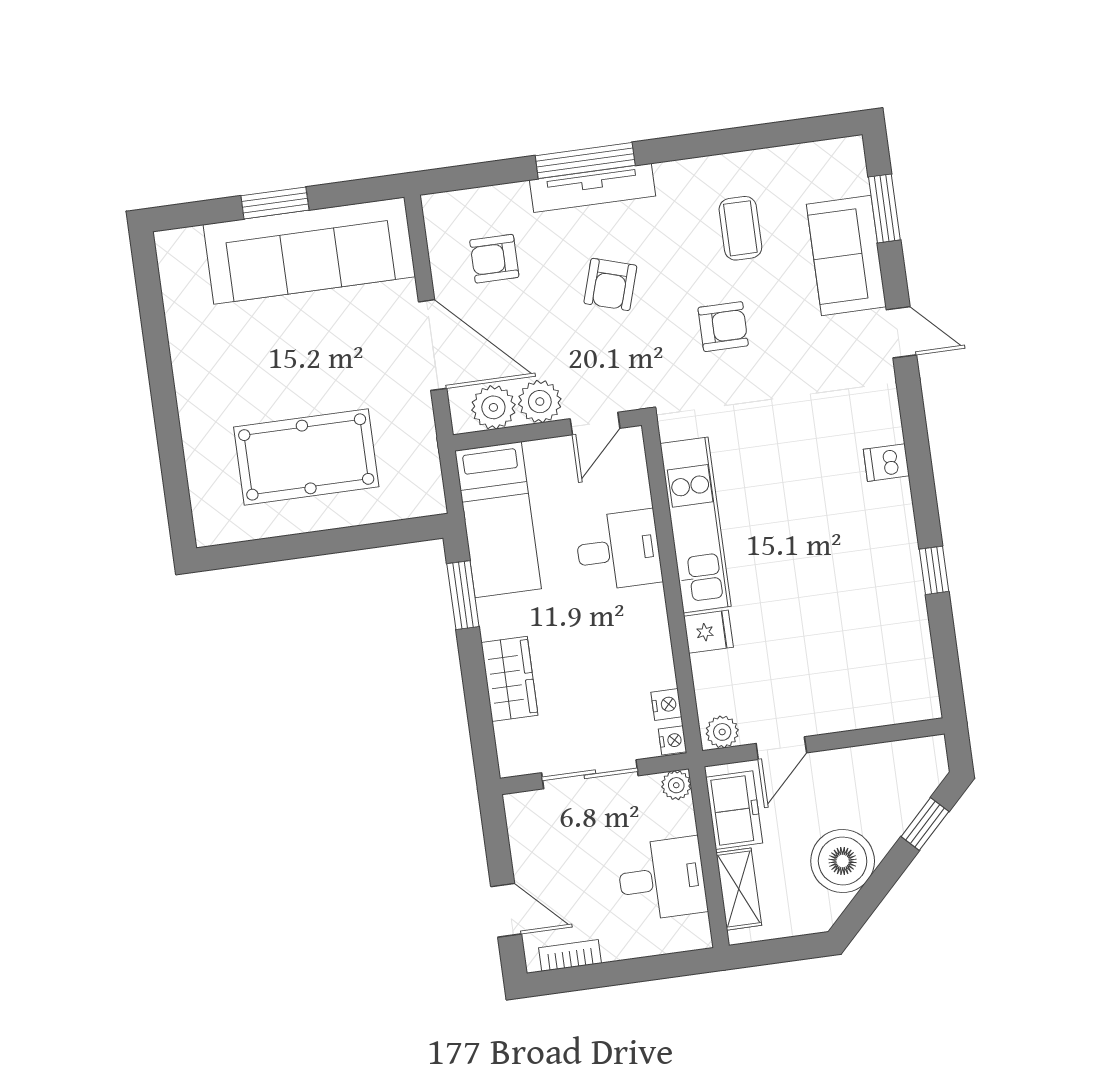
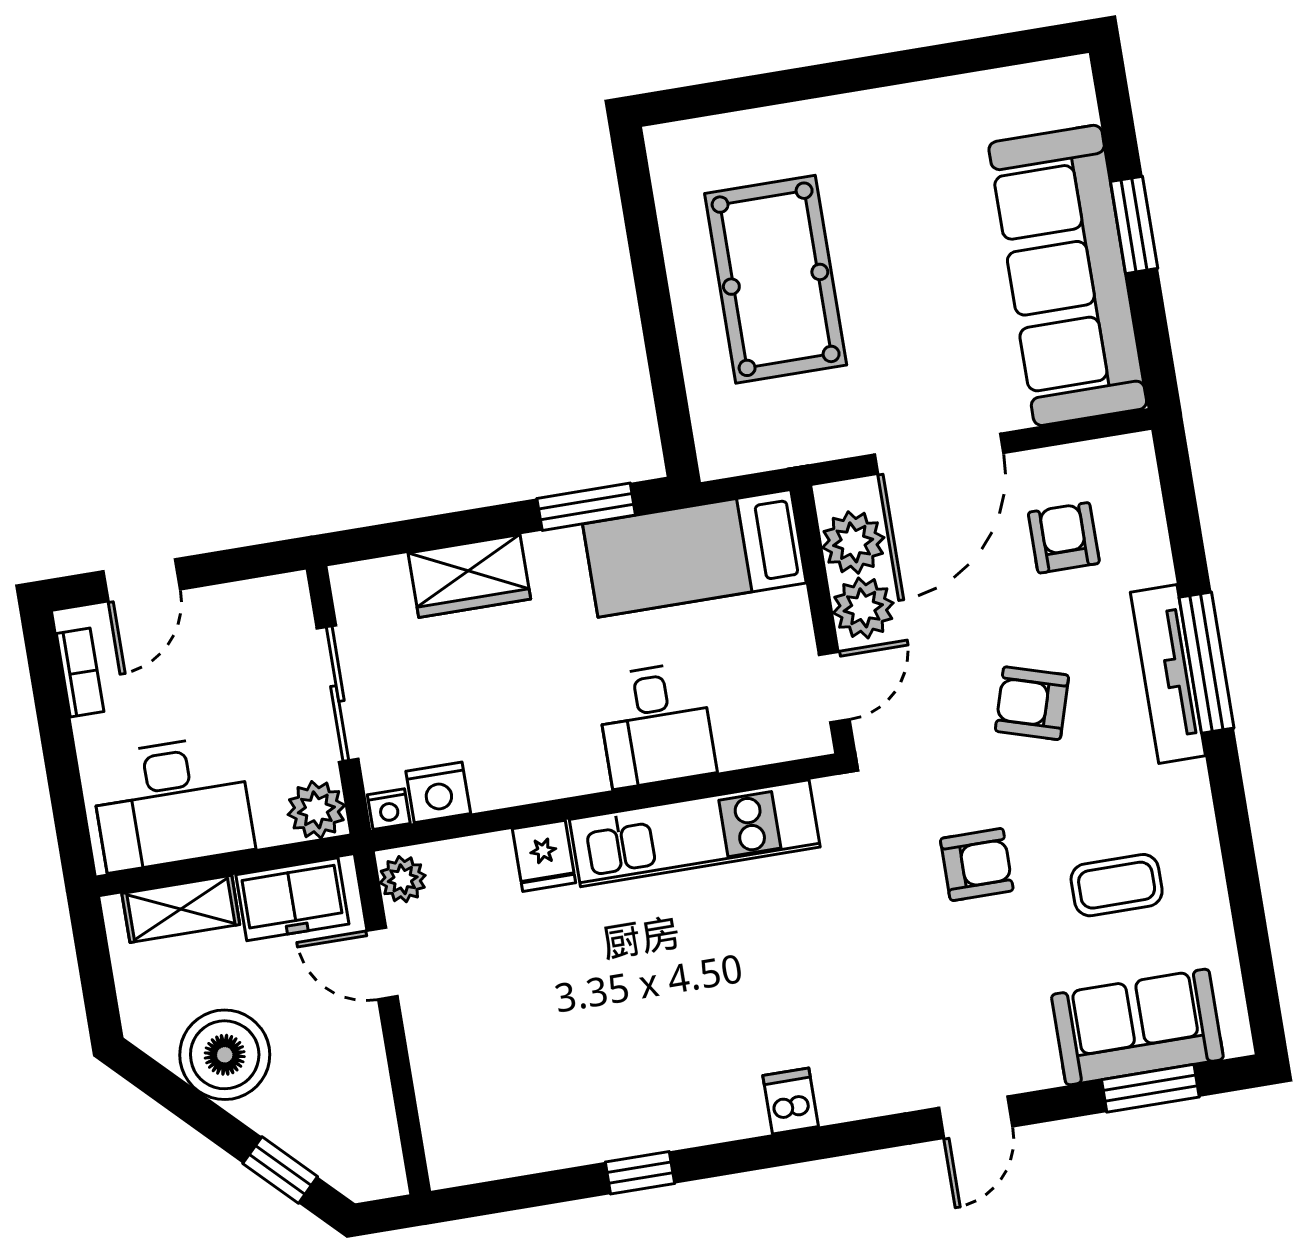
sofa: (846, 255) -> (1137, 1027), moved
armchair: (723, 327) -> (977, 865), turned -90
door: (595, 424) -> (834, 687), swing flipped
nightstand: (666, 704) -> (438, 792), width x1.39, depth x1.35
plant: (676, 785) -> (316, 810), width x1.38, depth x1.38
desk: (662, 879) -> (172, 803), width x1.37

